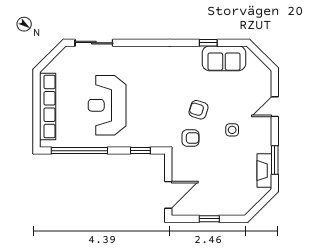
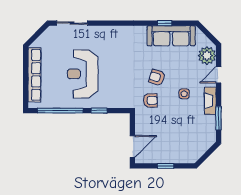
sofa: (224, 58) -> (171, 36), width x1.36
plant: (260, 83) -> (207, 56), added
window: (140, 151) -> (99, 111), moved
fireplace: (264, 171) -> (210, 101), moved

